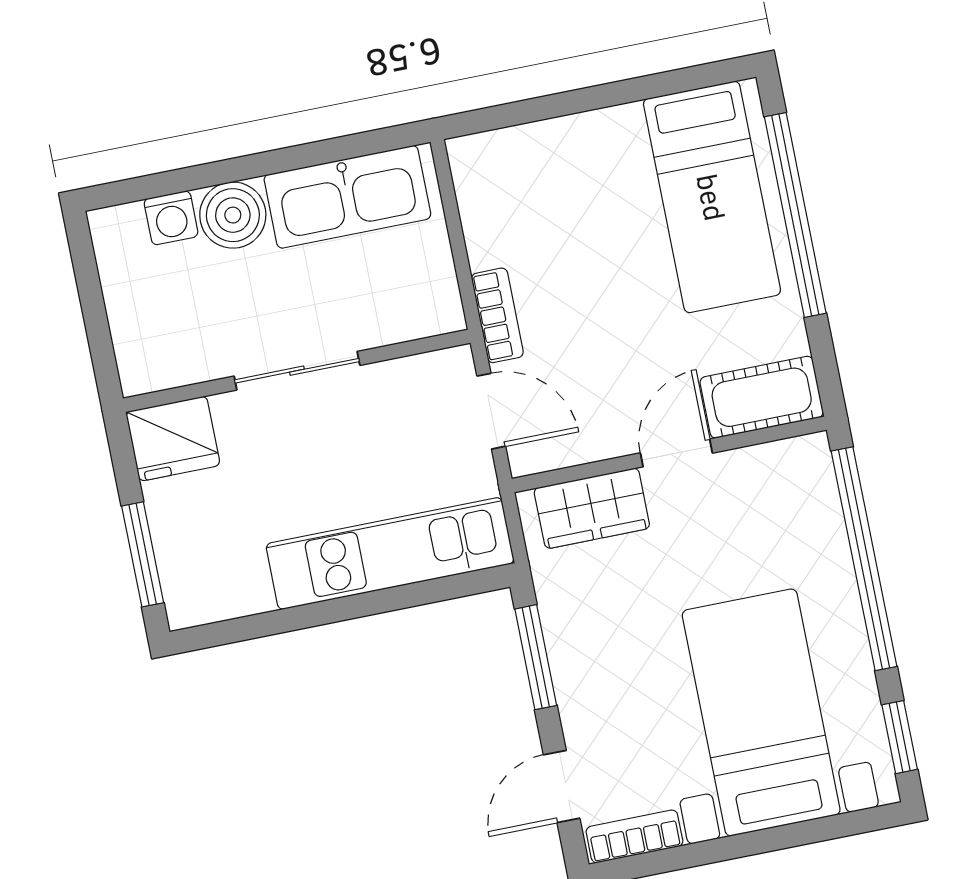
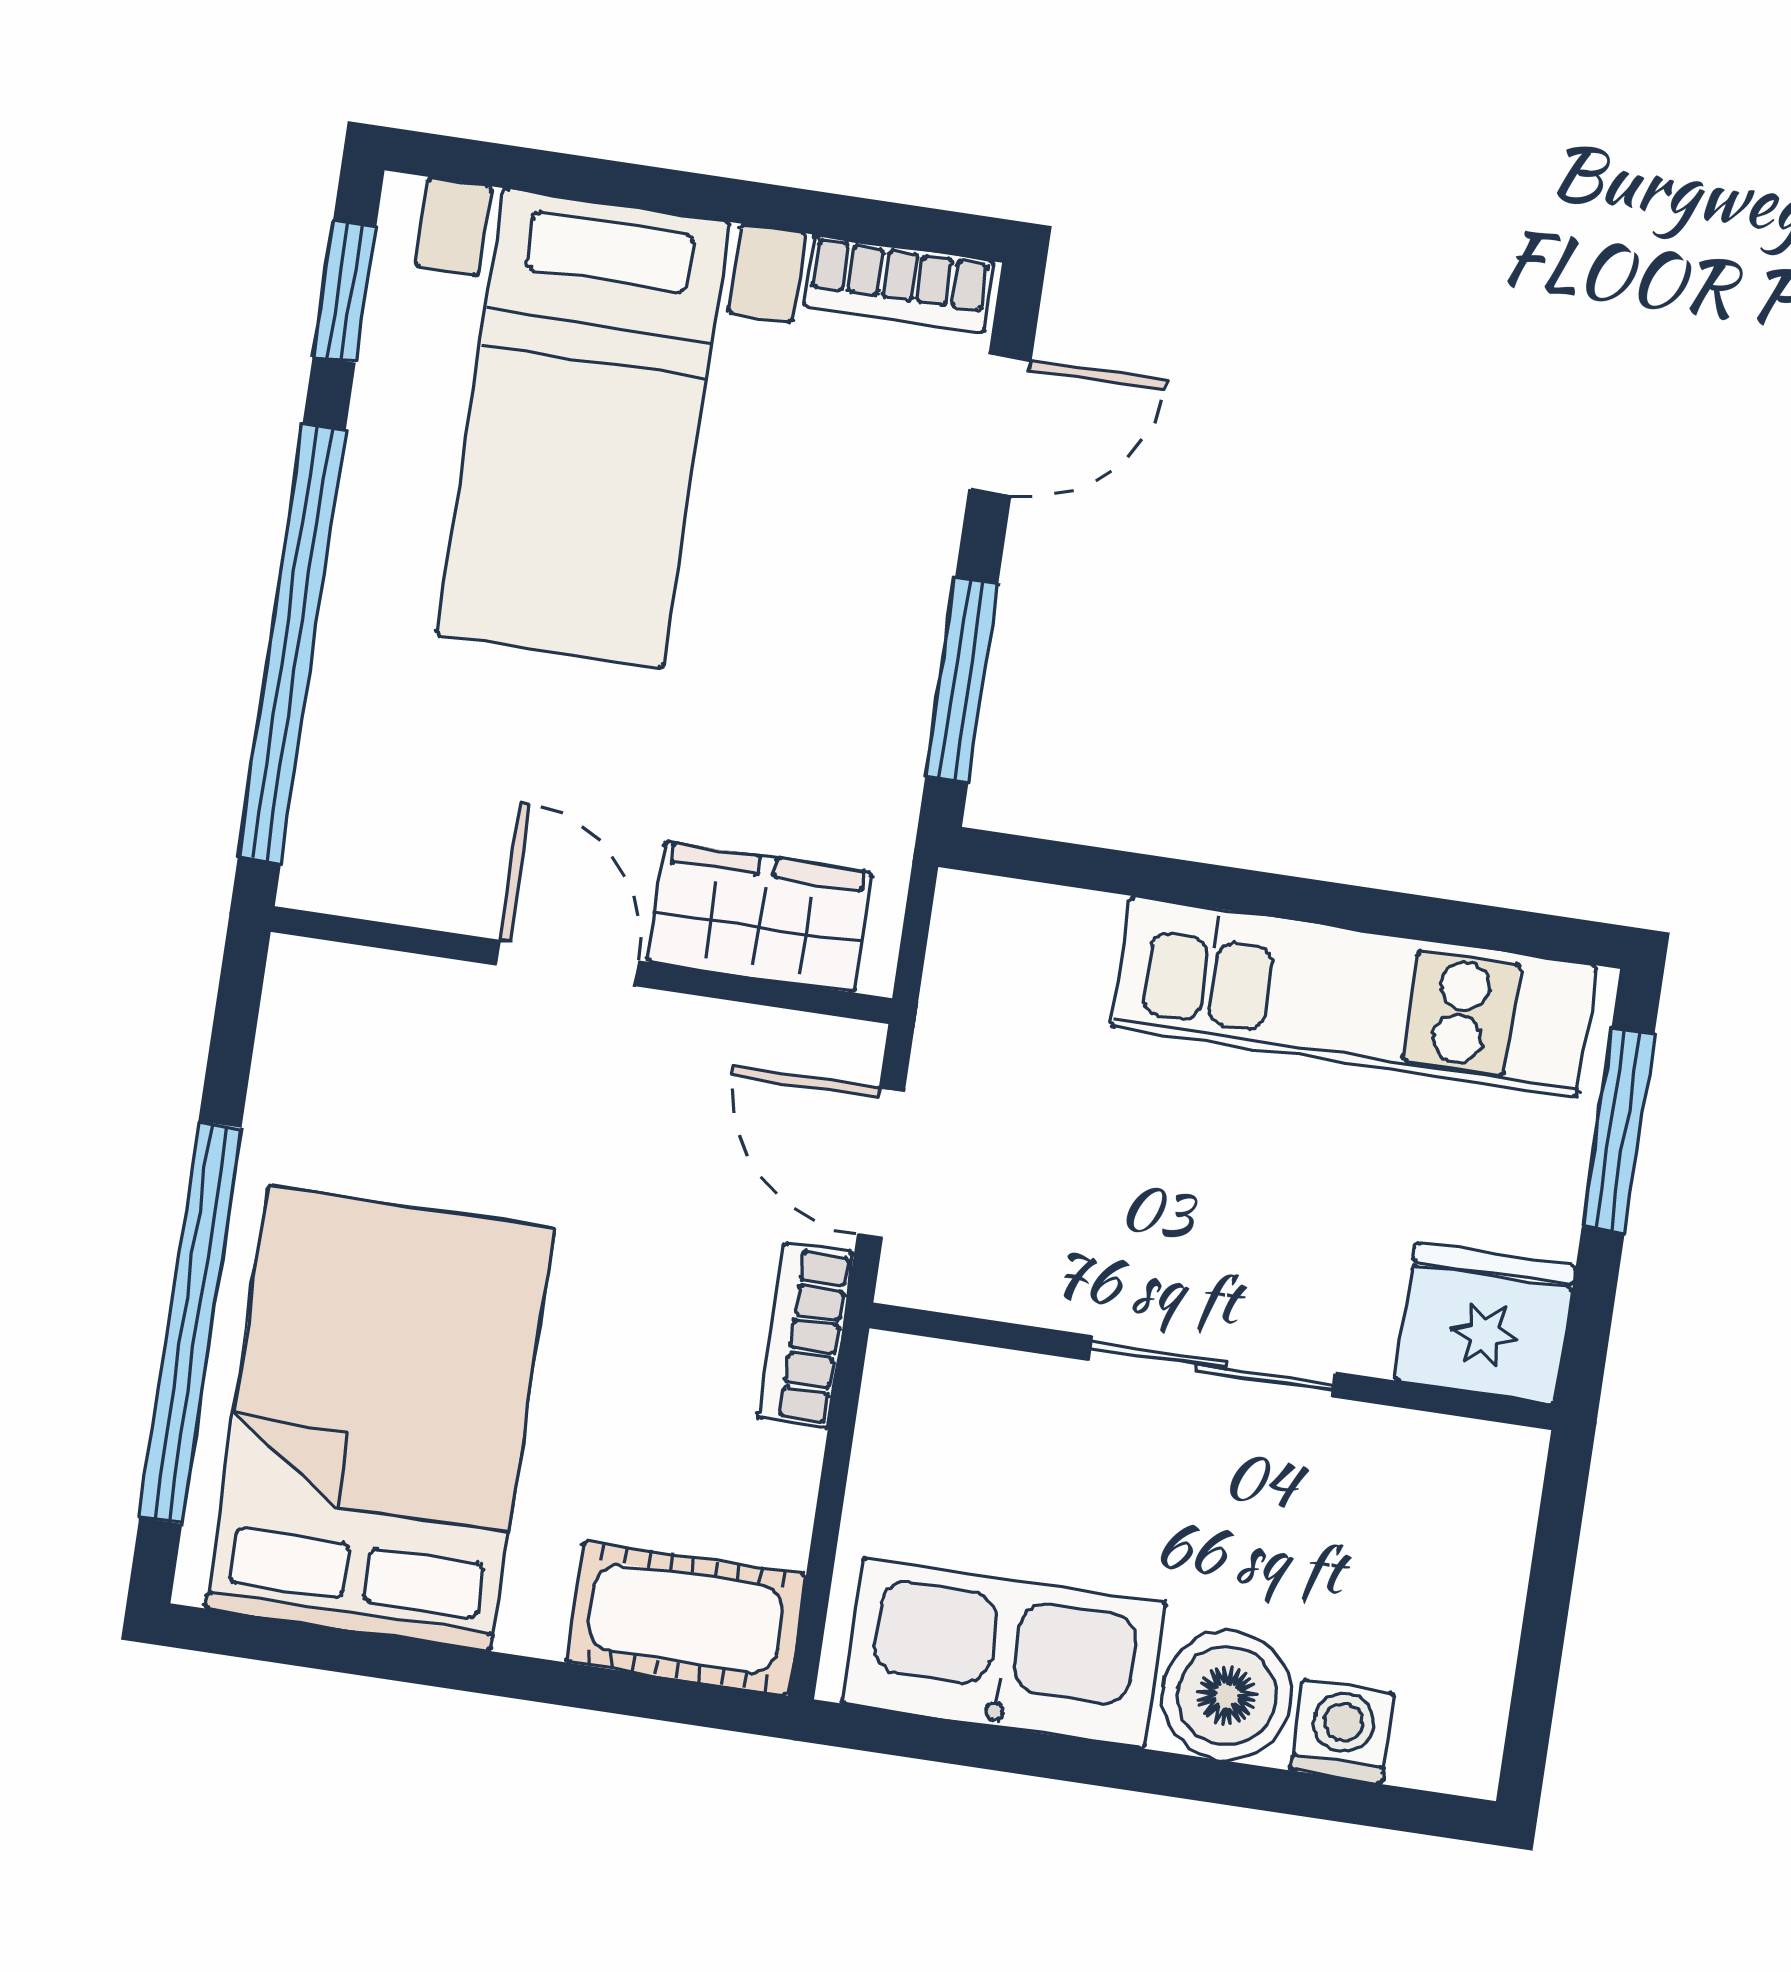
bed: (712, 197) -> (379, 1418), width x1.50
cot: (762, 397) -> (686, 1618), moved
door: (676, 453) -> (567, 963), swing flipped
kitchen unit: (390, 554) -> (1354, 996), moved

